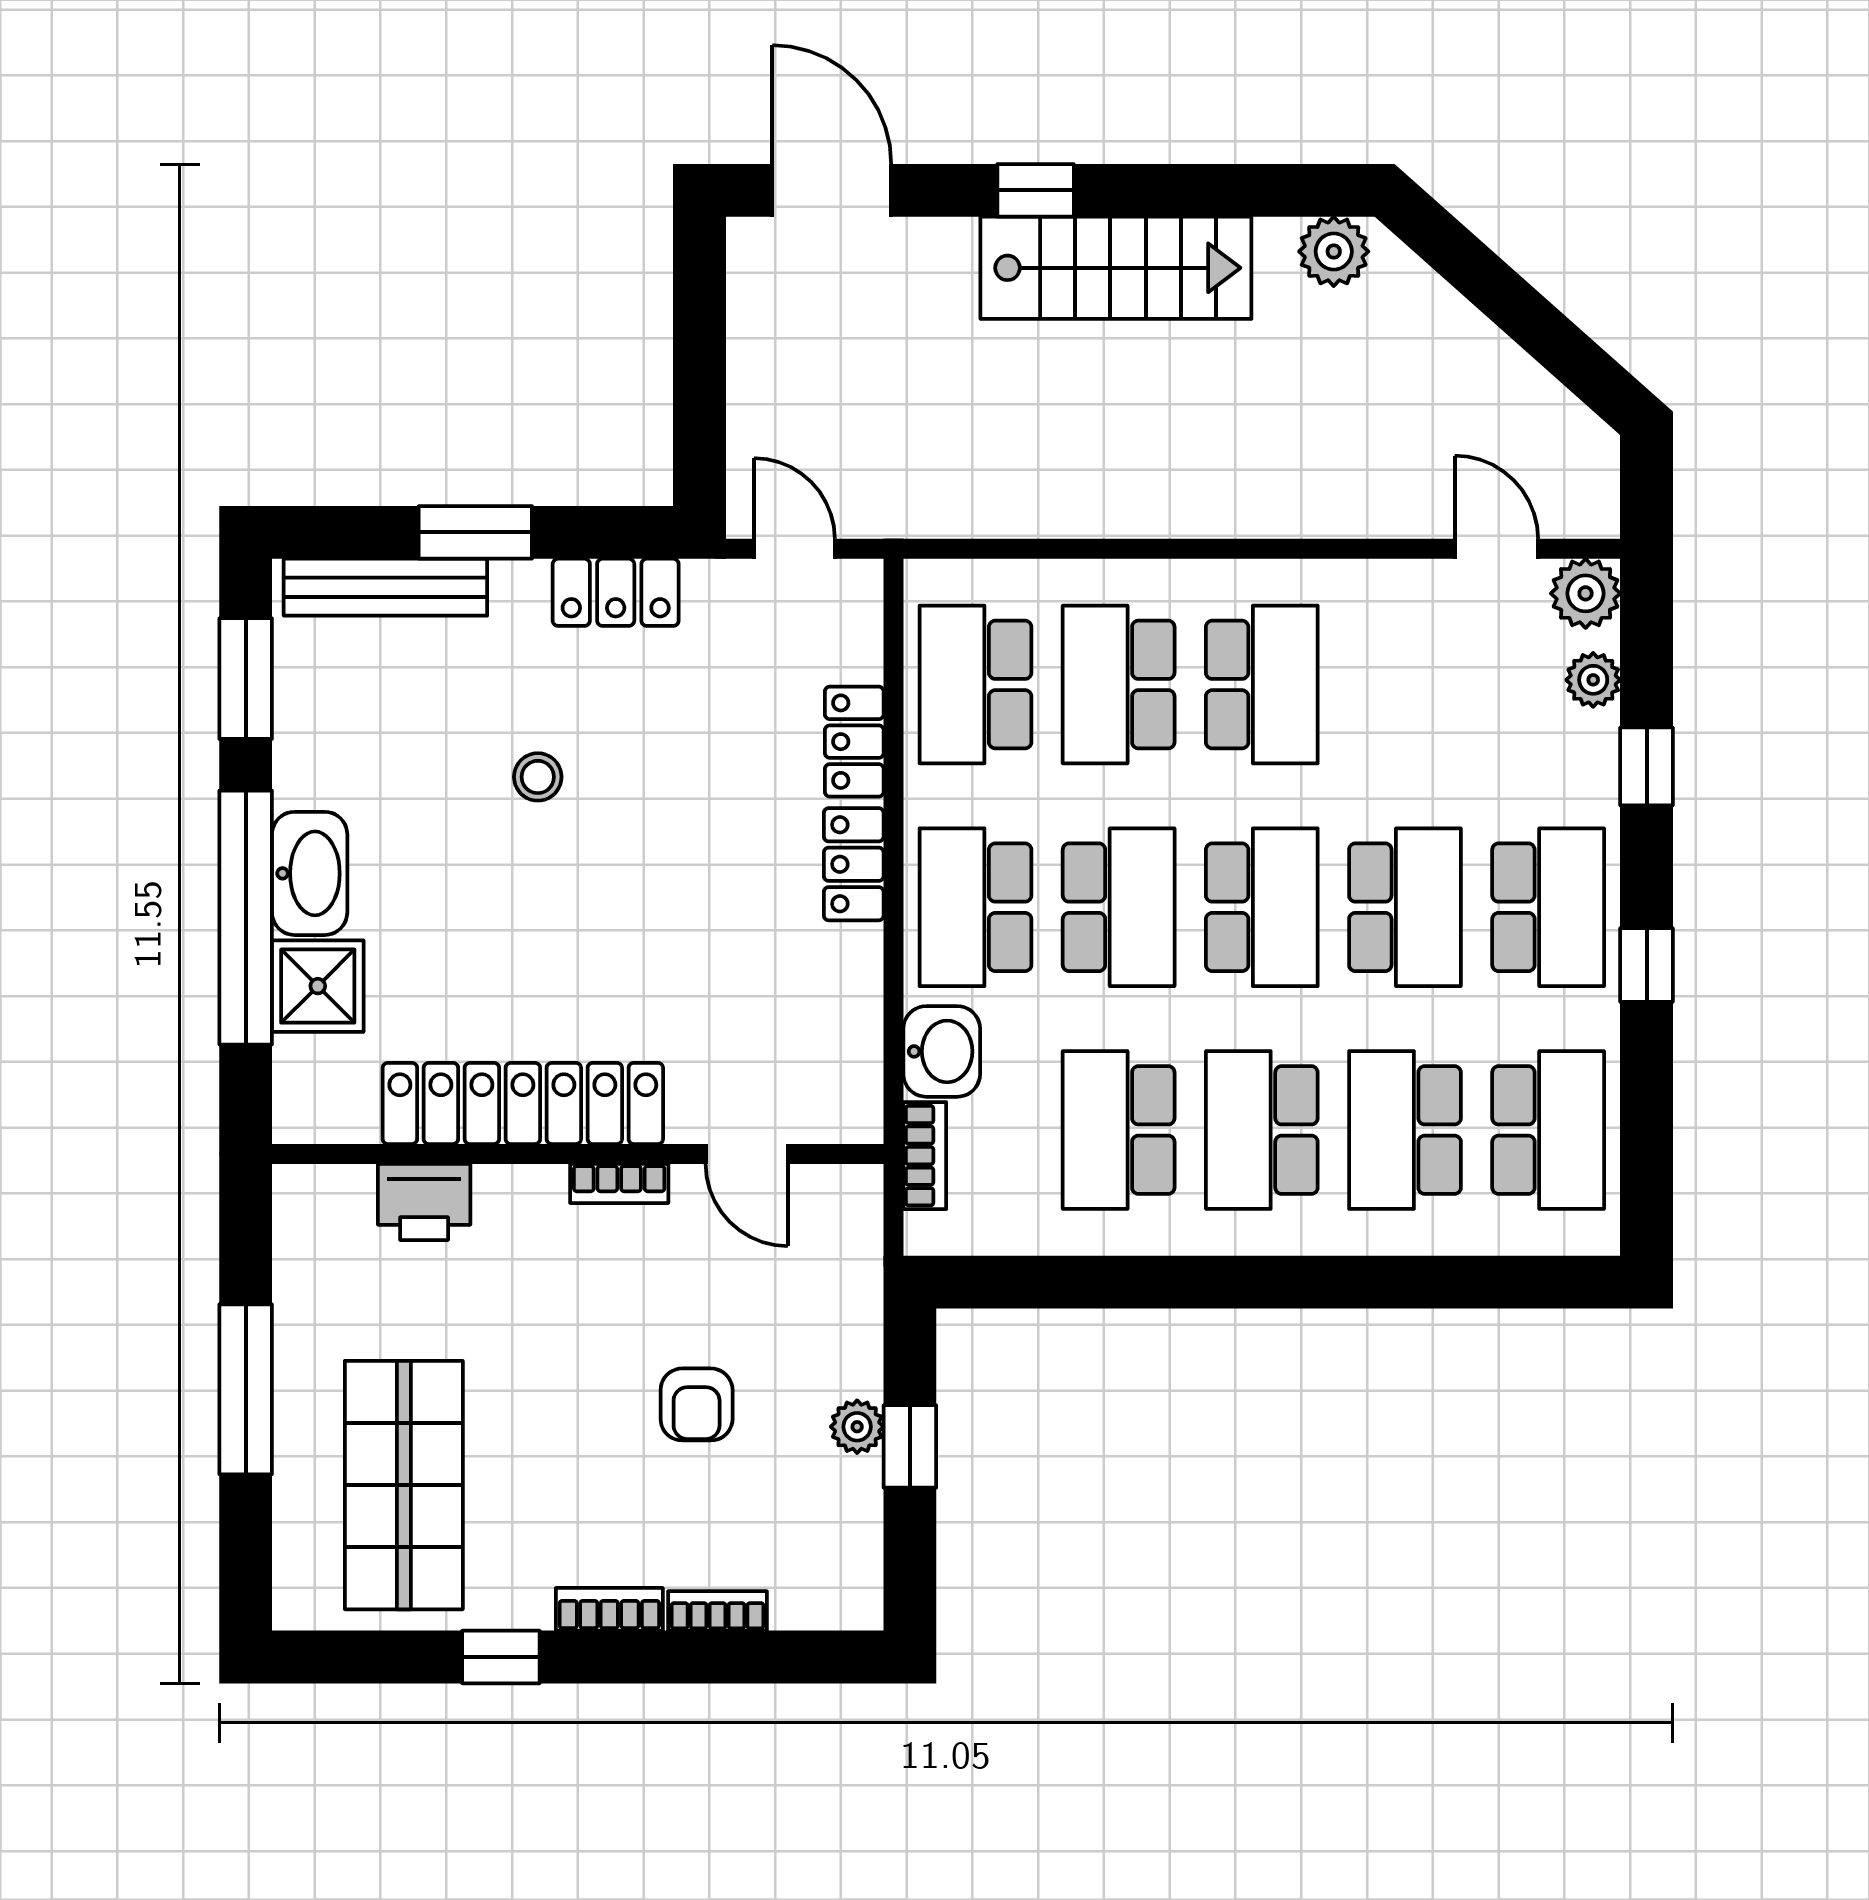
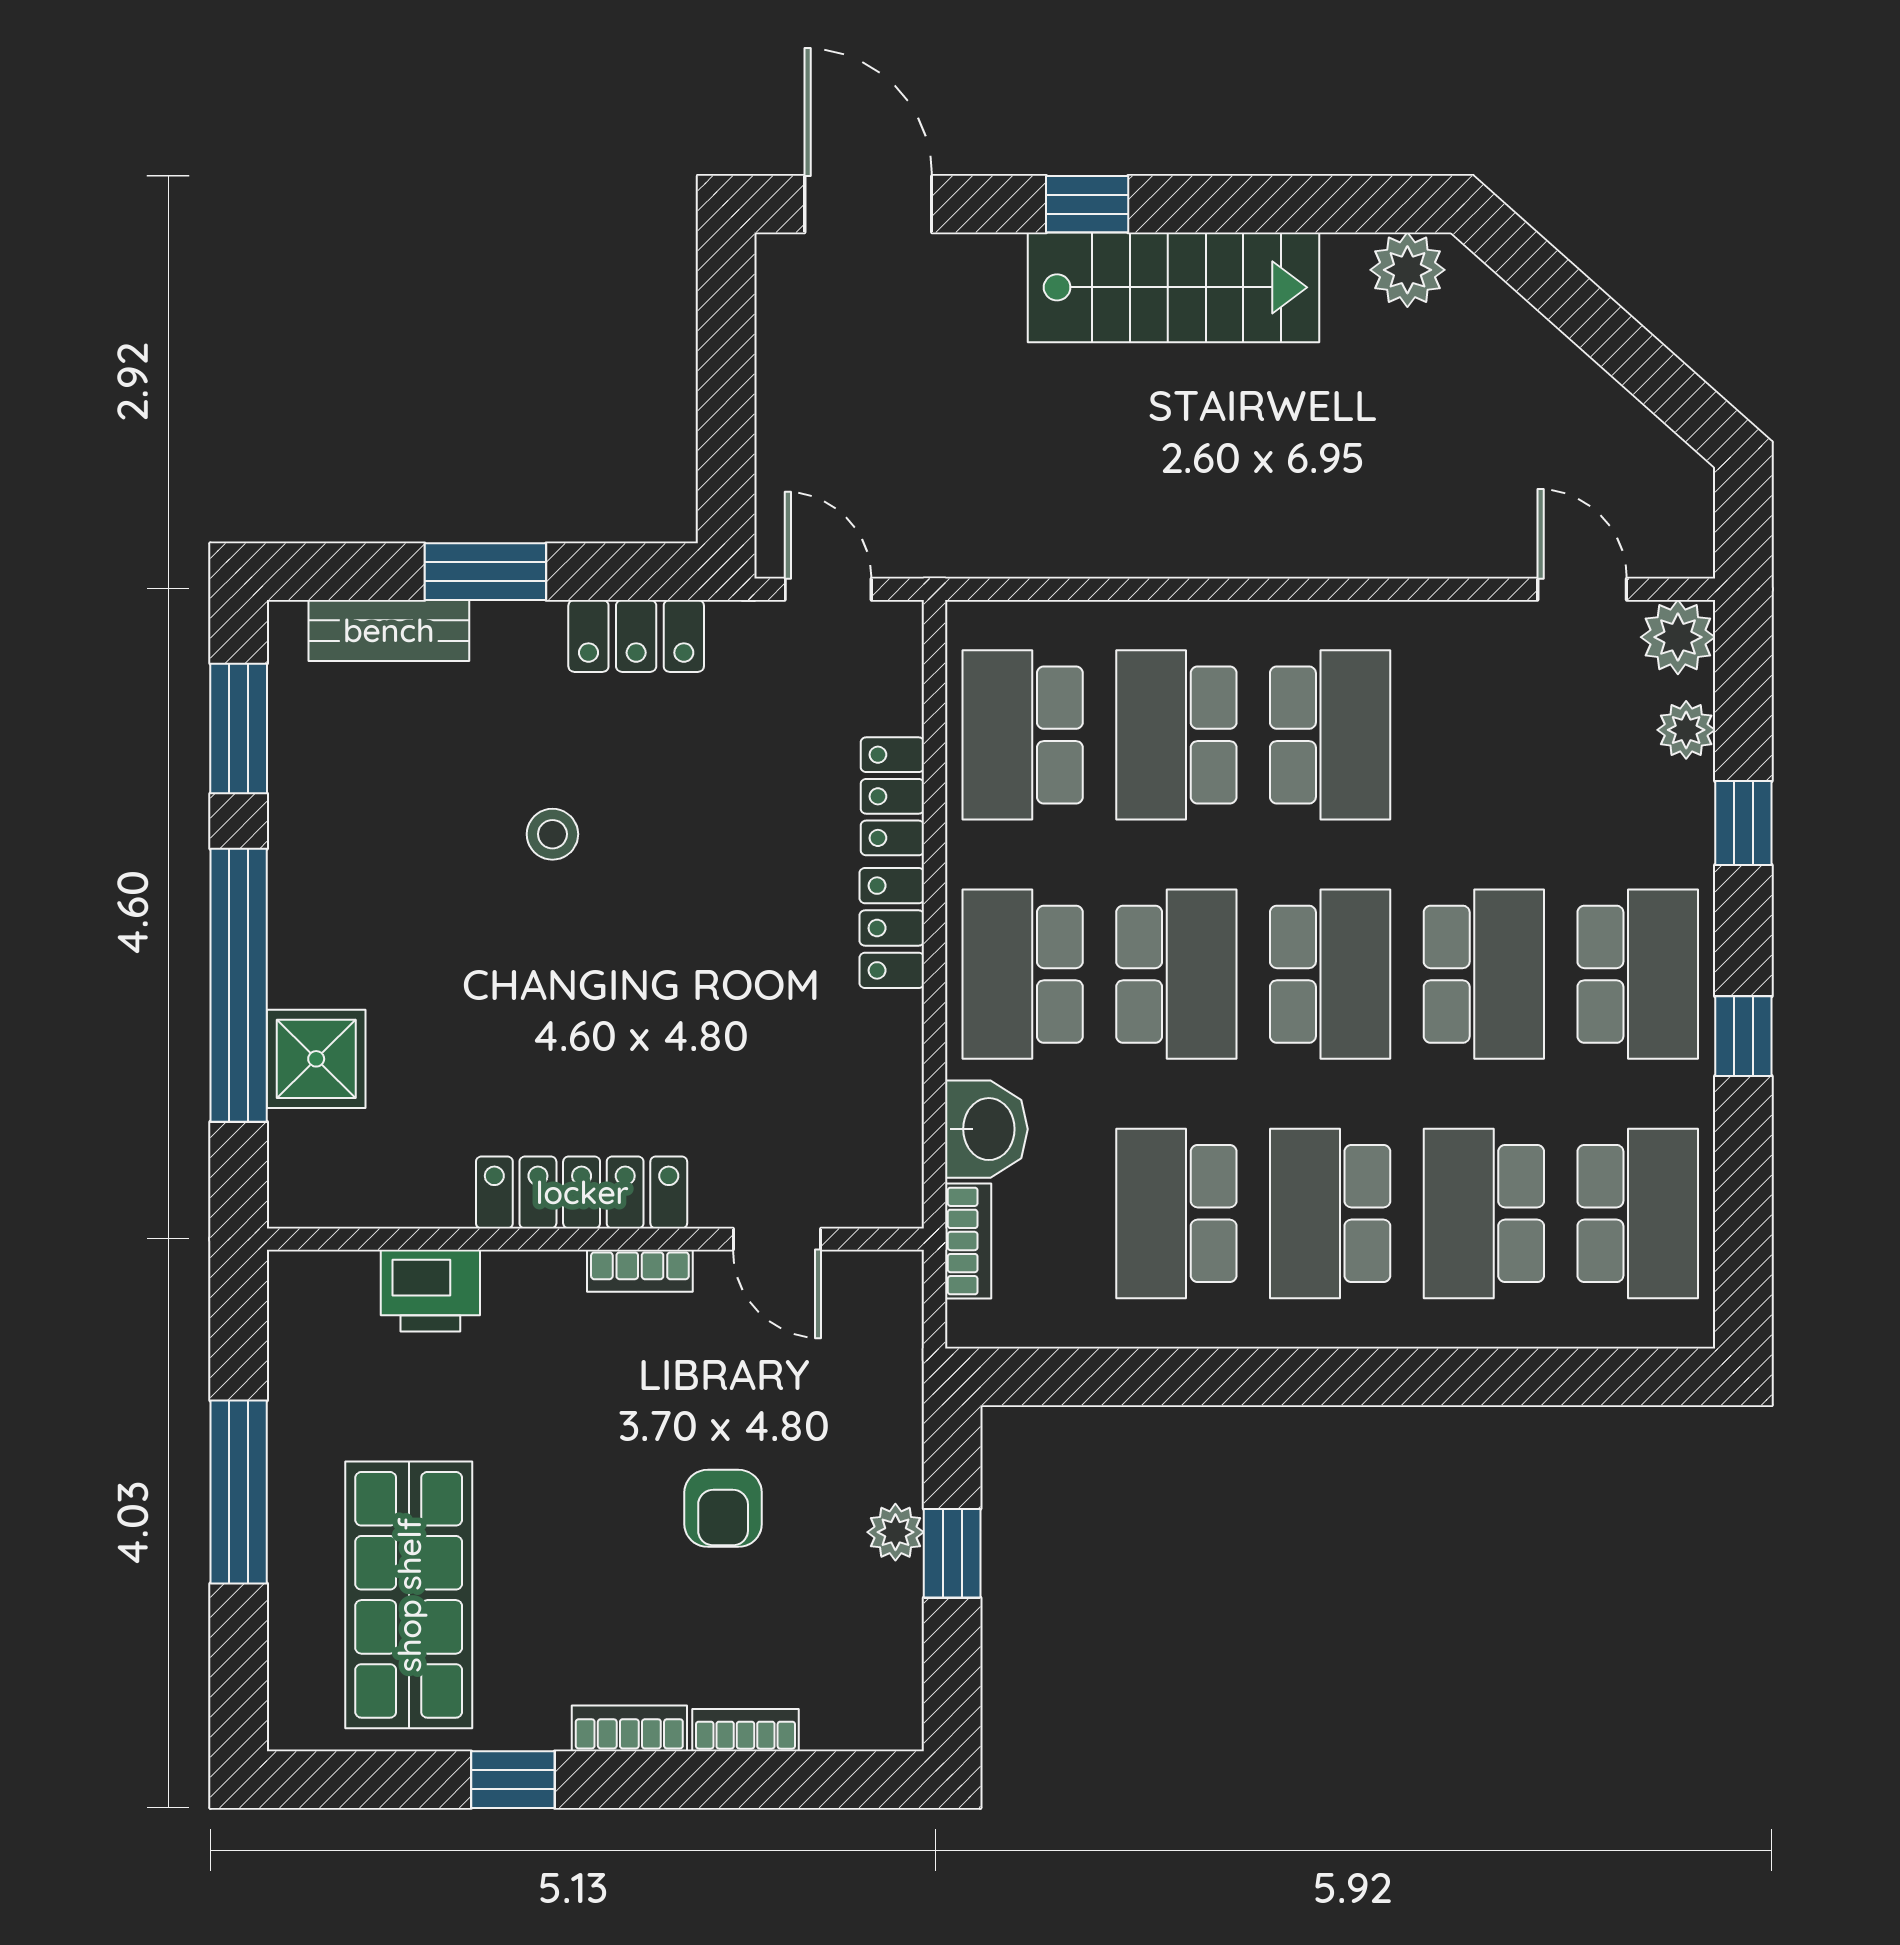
bench: (385, 587) -> (389, 630), width x0.73
washbasin: (310, 873) -> (307, 938), removed
locker: (523, 1103) -> (582, 1192), width x0.71, depth x0.83

